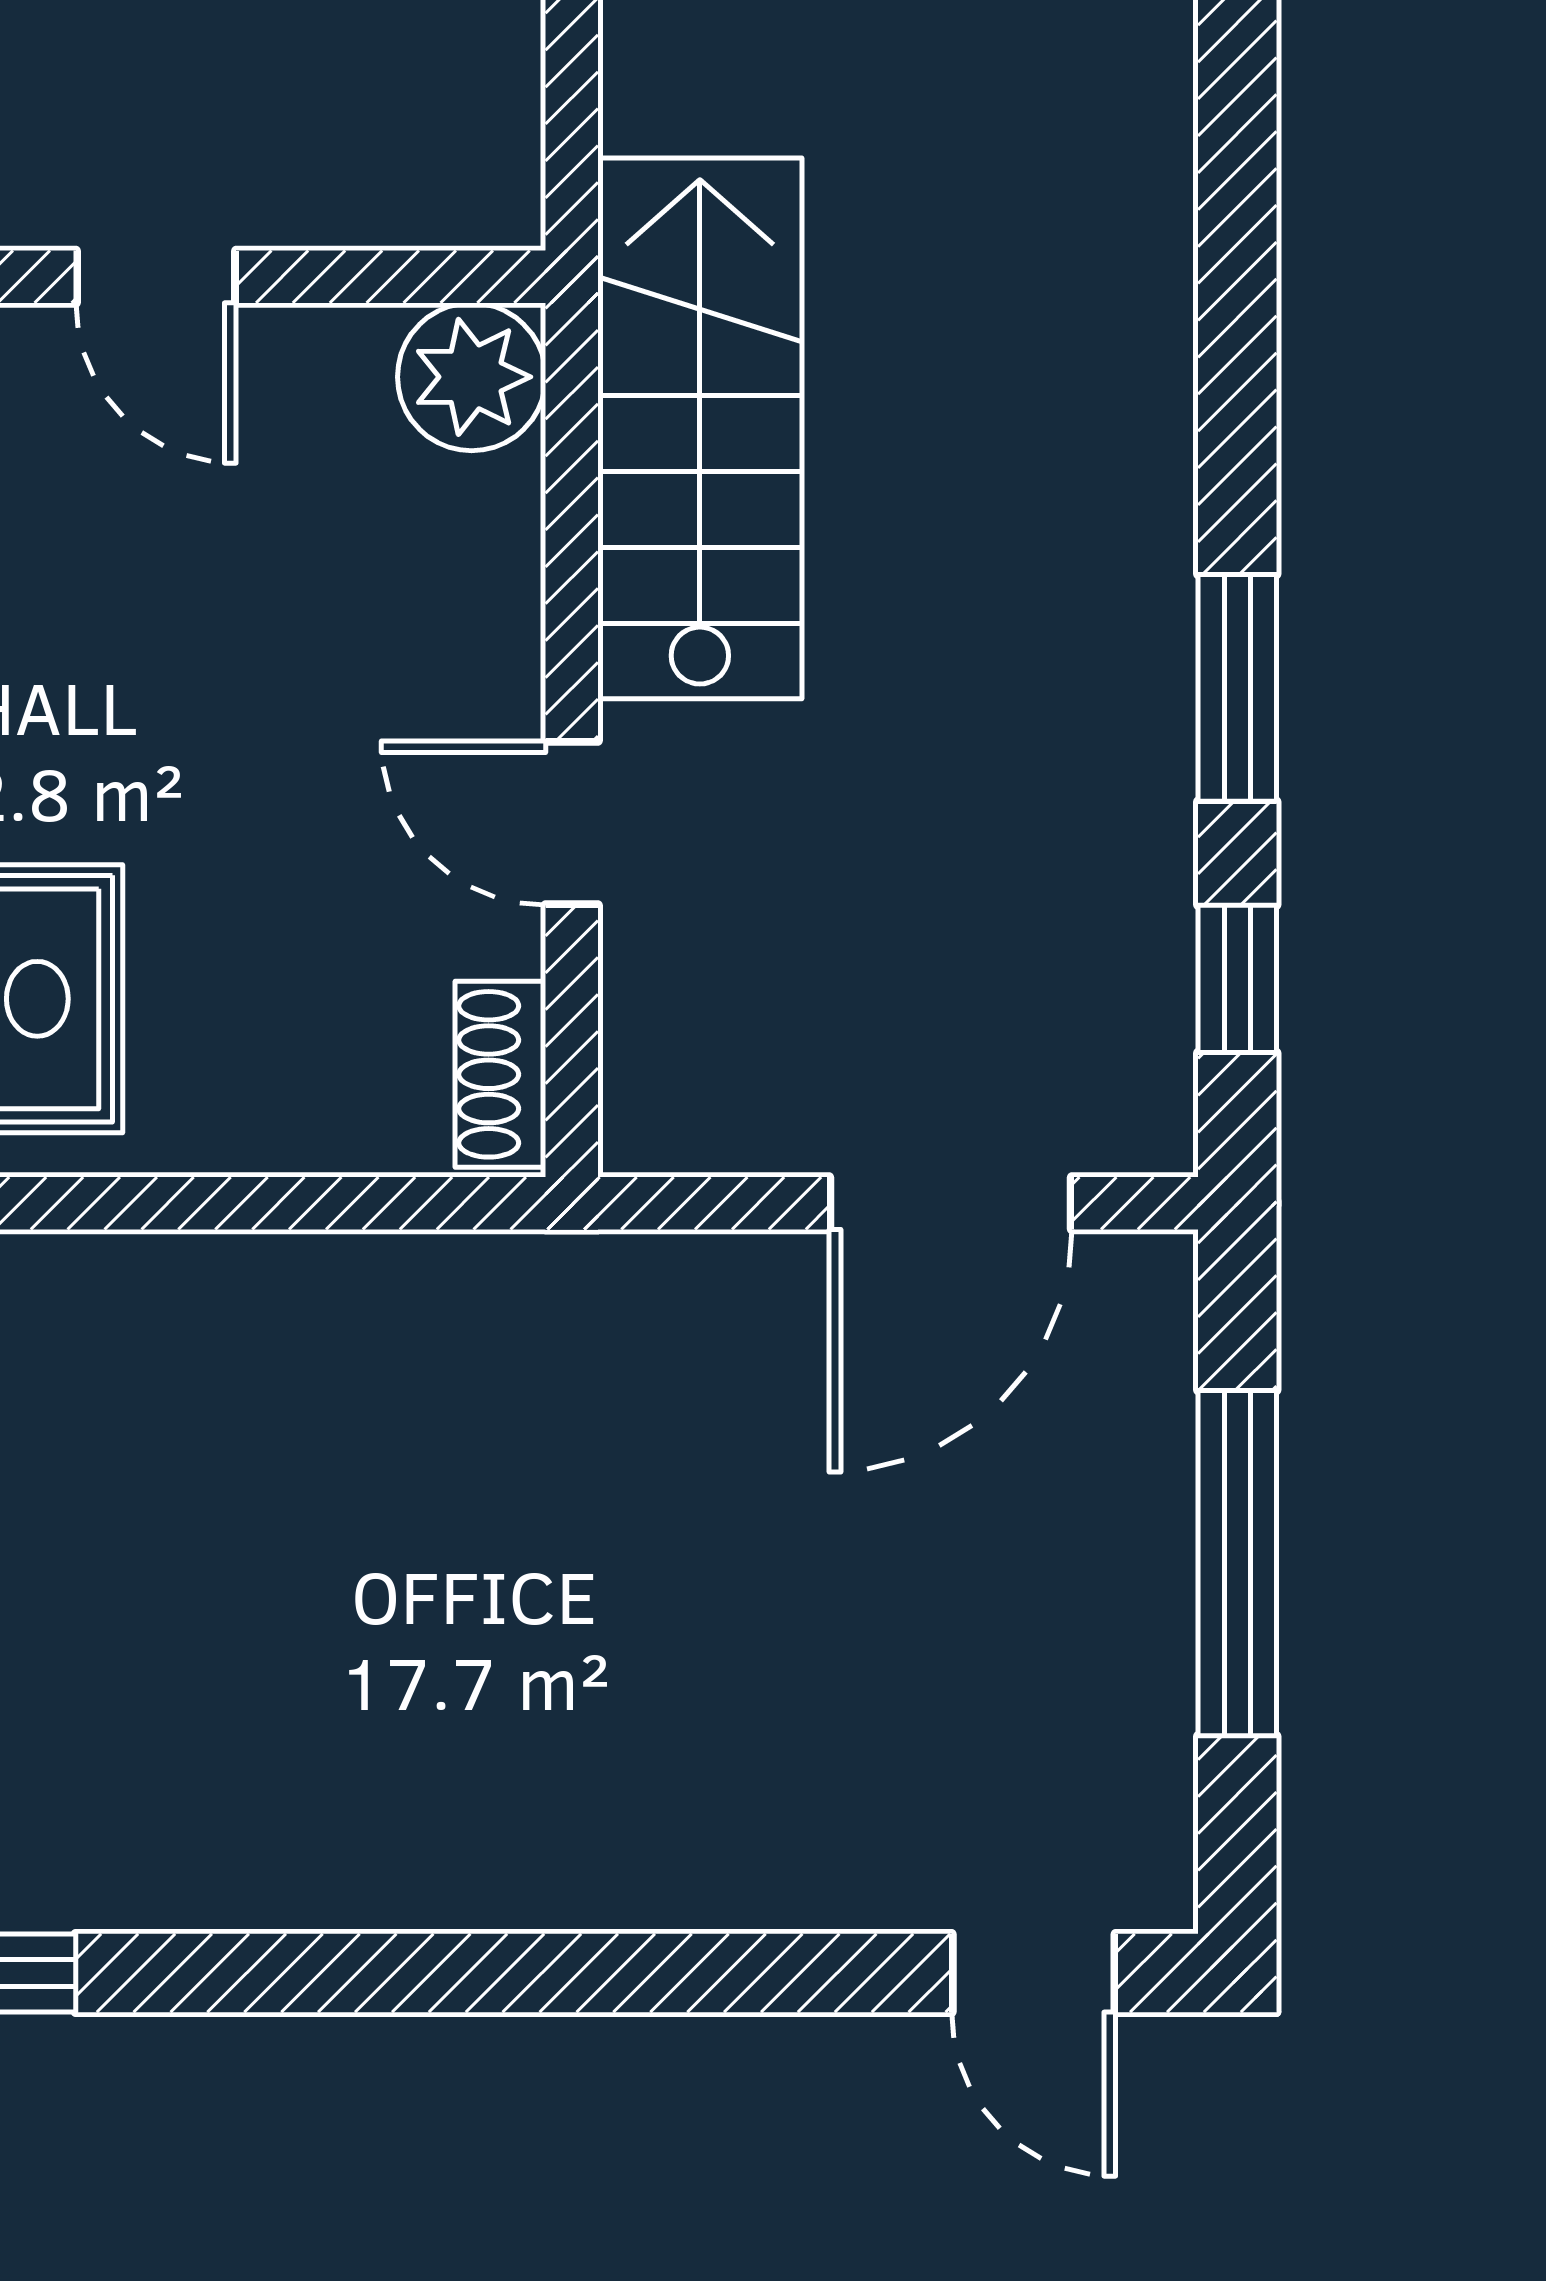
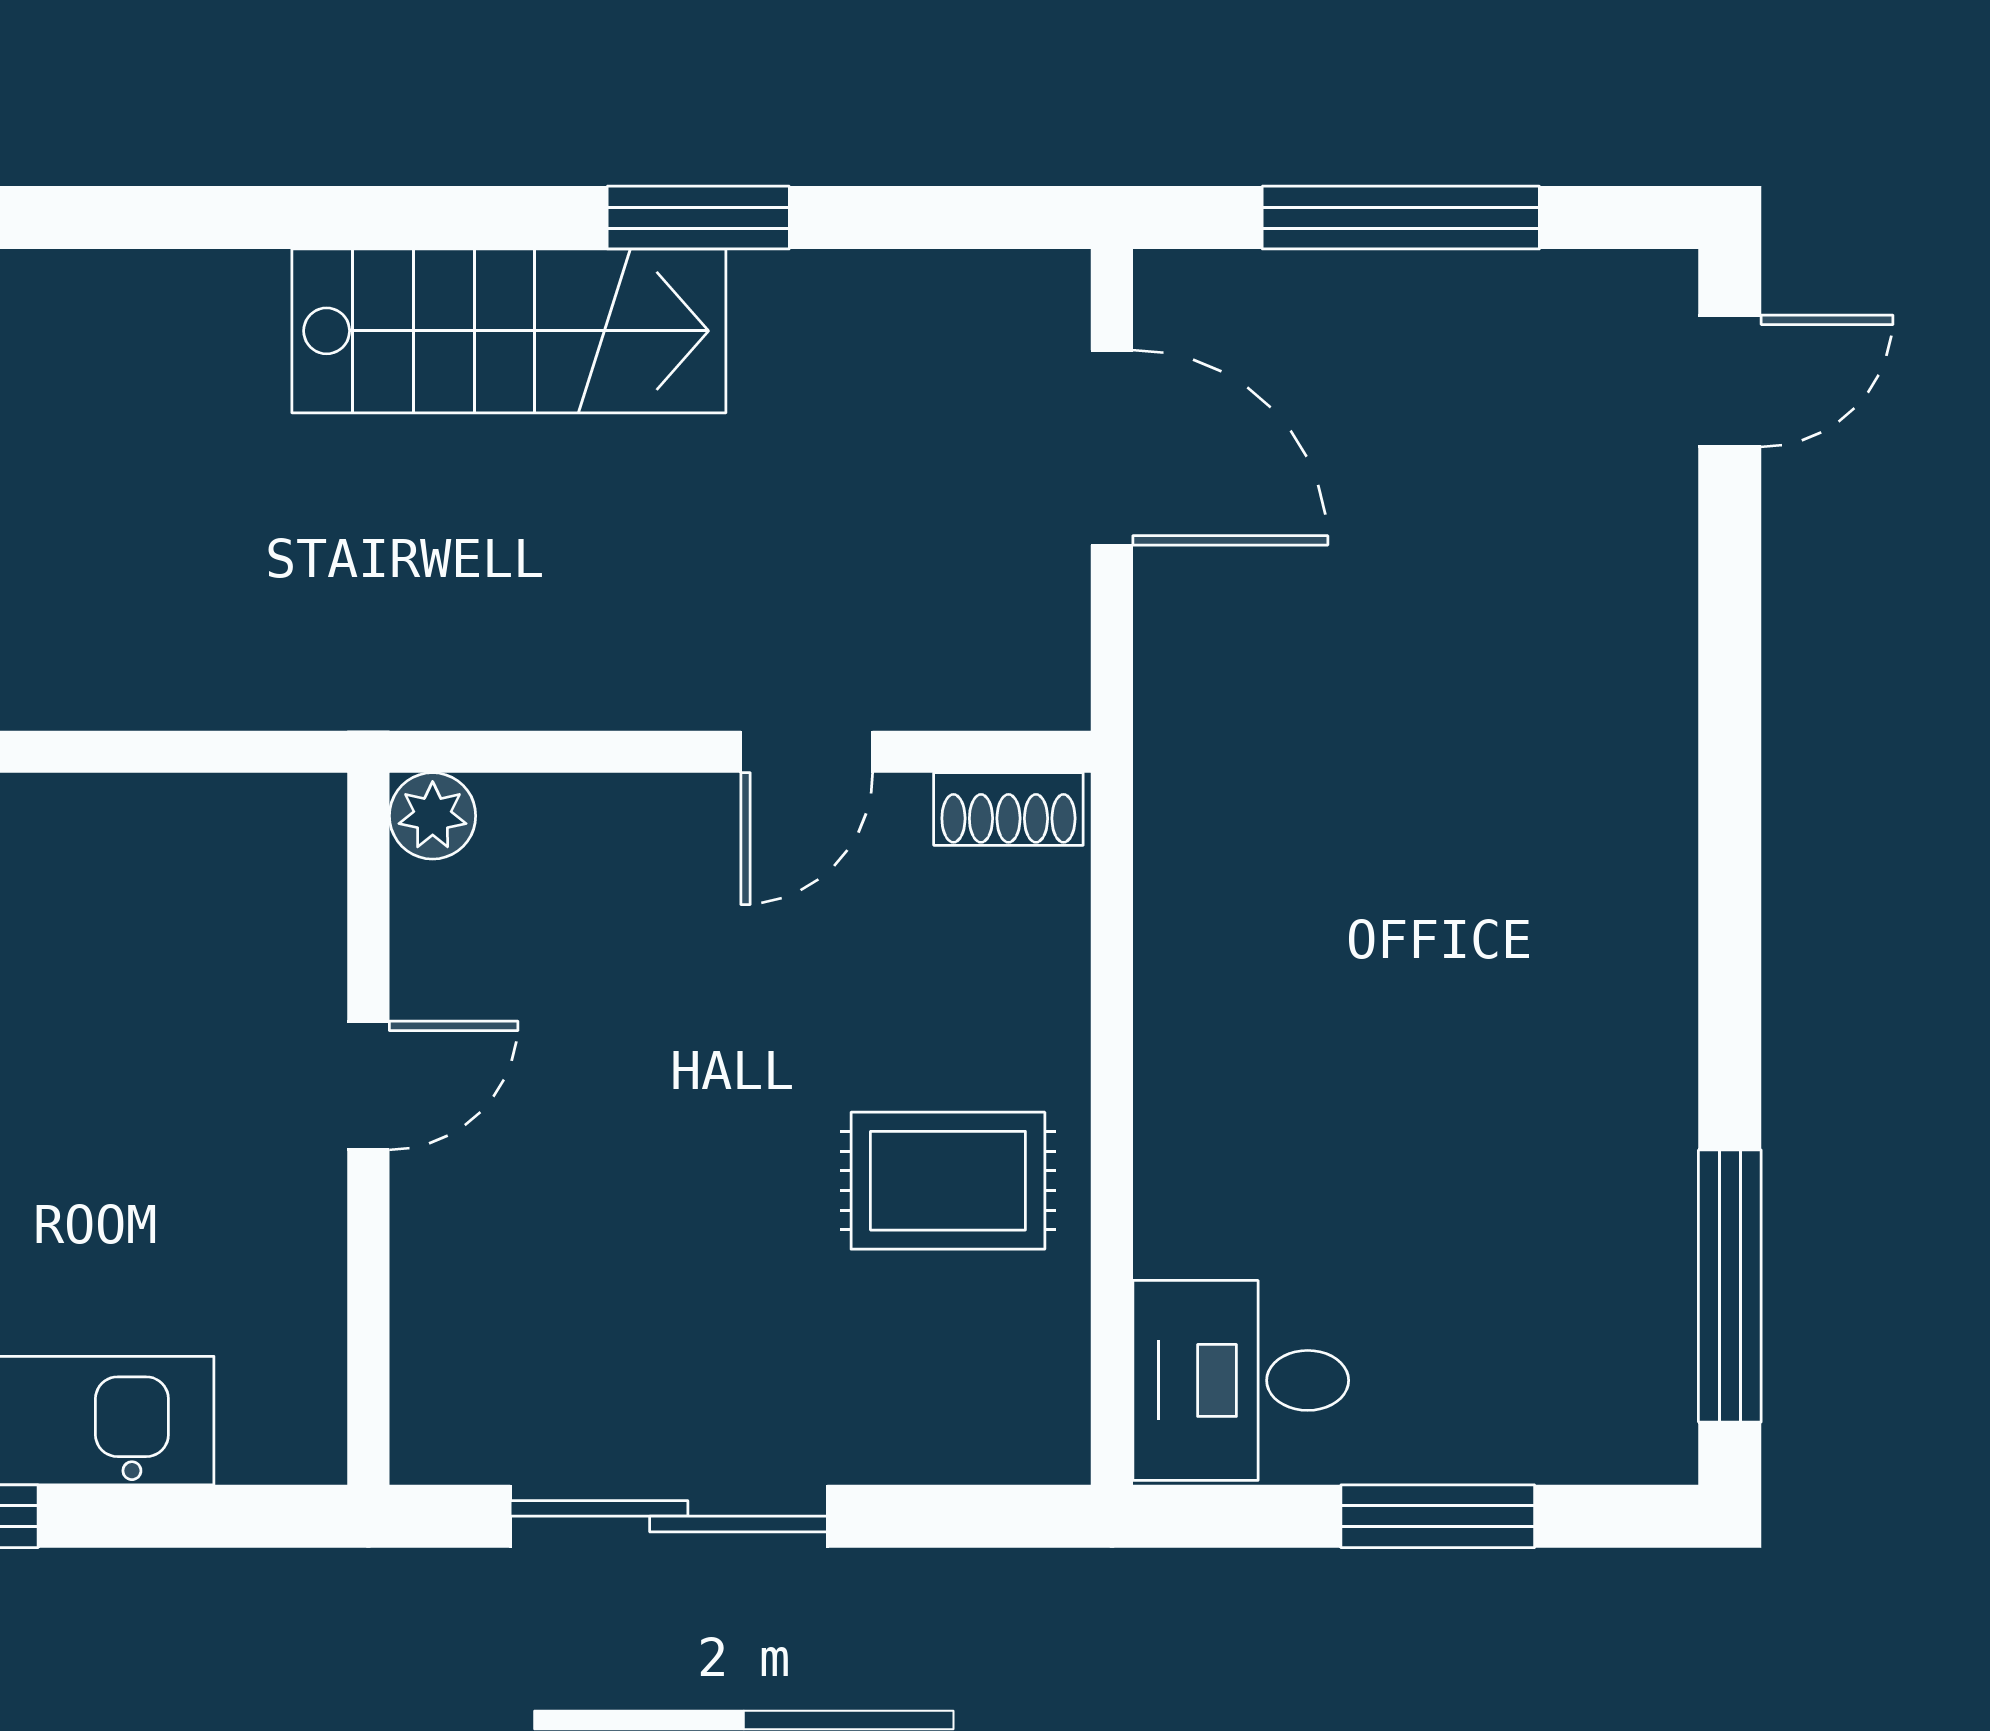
plant: (472, 377) -> (433, 816), width x0.73, depth x0.73
stairs: (700, 428) -> (509, 331), moved, turned 180
window: (1237, 979) -> (932, 218), removed

